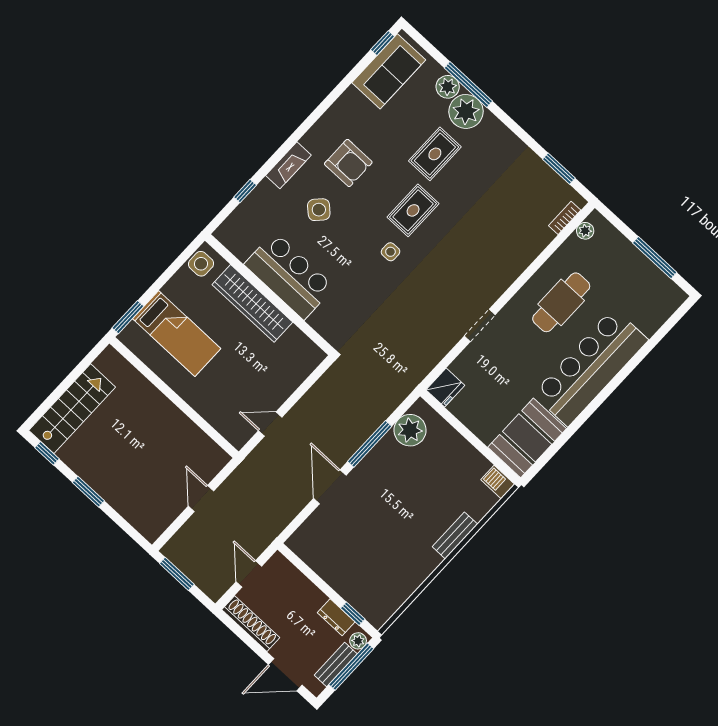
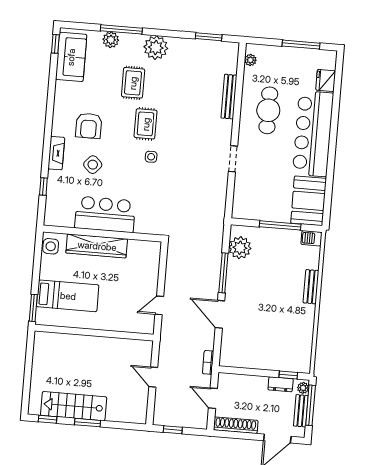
plant: (466, 111) -> (156, 48), moved
armchair: (348, 163) -> (89, 126), turned 90
bookcase: (565, 218) -> (208, 362), moved
bench: (529, 253) -> (229, 97), added
fridge: (445, 388) -> (326, 80), moved, turned 180
stairs: (72, 409) -> (74, 406), moved, turned -90
window: (474, 440) -> (280, 225), added
window: (177, 574) -> (173, 430), width x0.67

